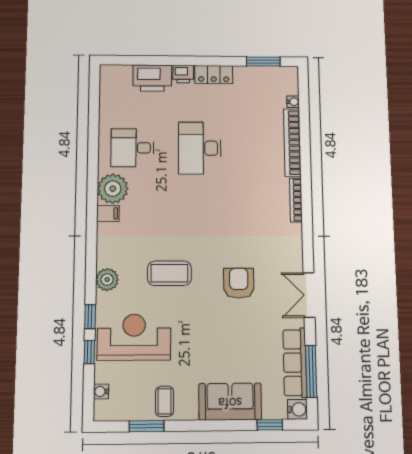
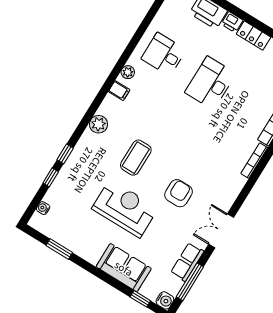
plant: (113, 189) -> (128, 72), width x0.53, depth x0.53
coffee table: (169, 273) -> (136, 158), turned 90
plant: (107, 280) -> (99, 124), moved
reception desk: (134, 337) -> (125, 209), moved
row of seats: (295, 363) -> (187, 262), width x0.68
coffee table: (165, 401) -> (81, 240), removed

